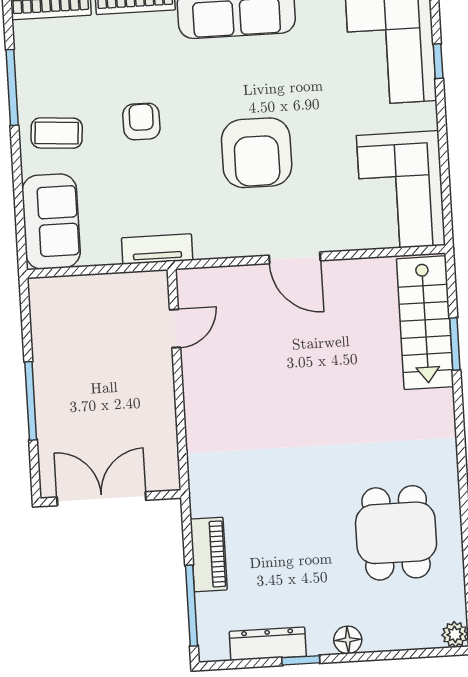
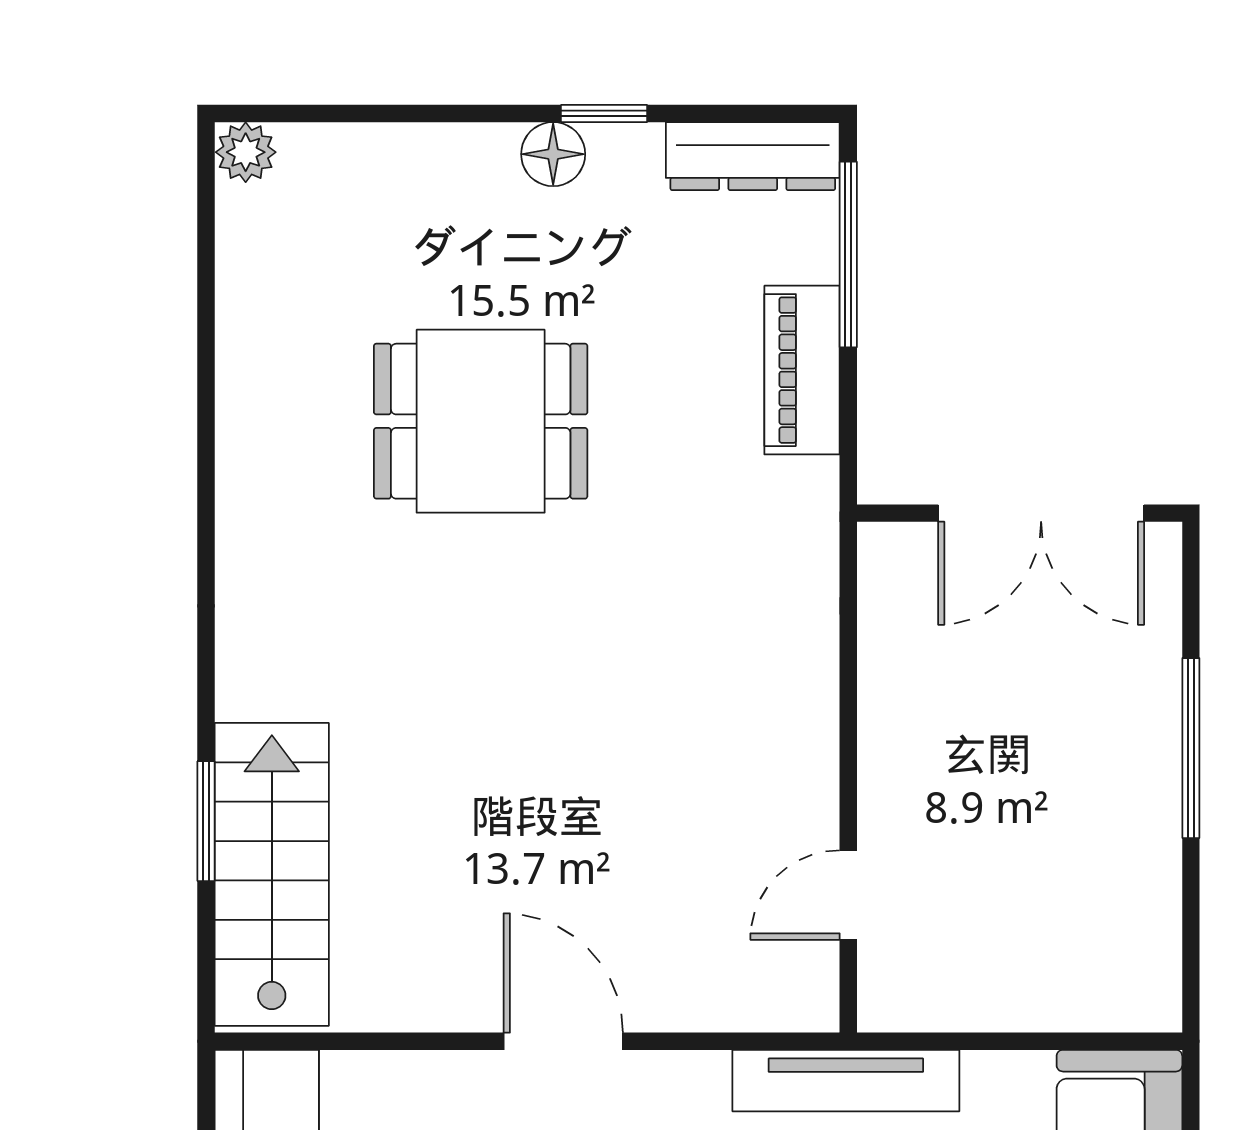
tv unit: (157, 249) -> (846, 1081), width x1.41
dining table: (396, 533) -> (481, 421), moved, turned 90
floor lamp: (348, 640) -> (553, 154), moved
dresser: (268, 644) -> (753, 156), moved

